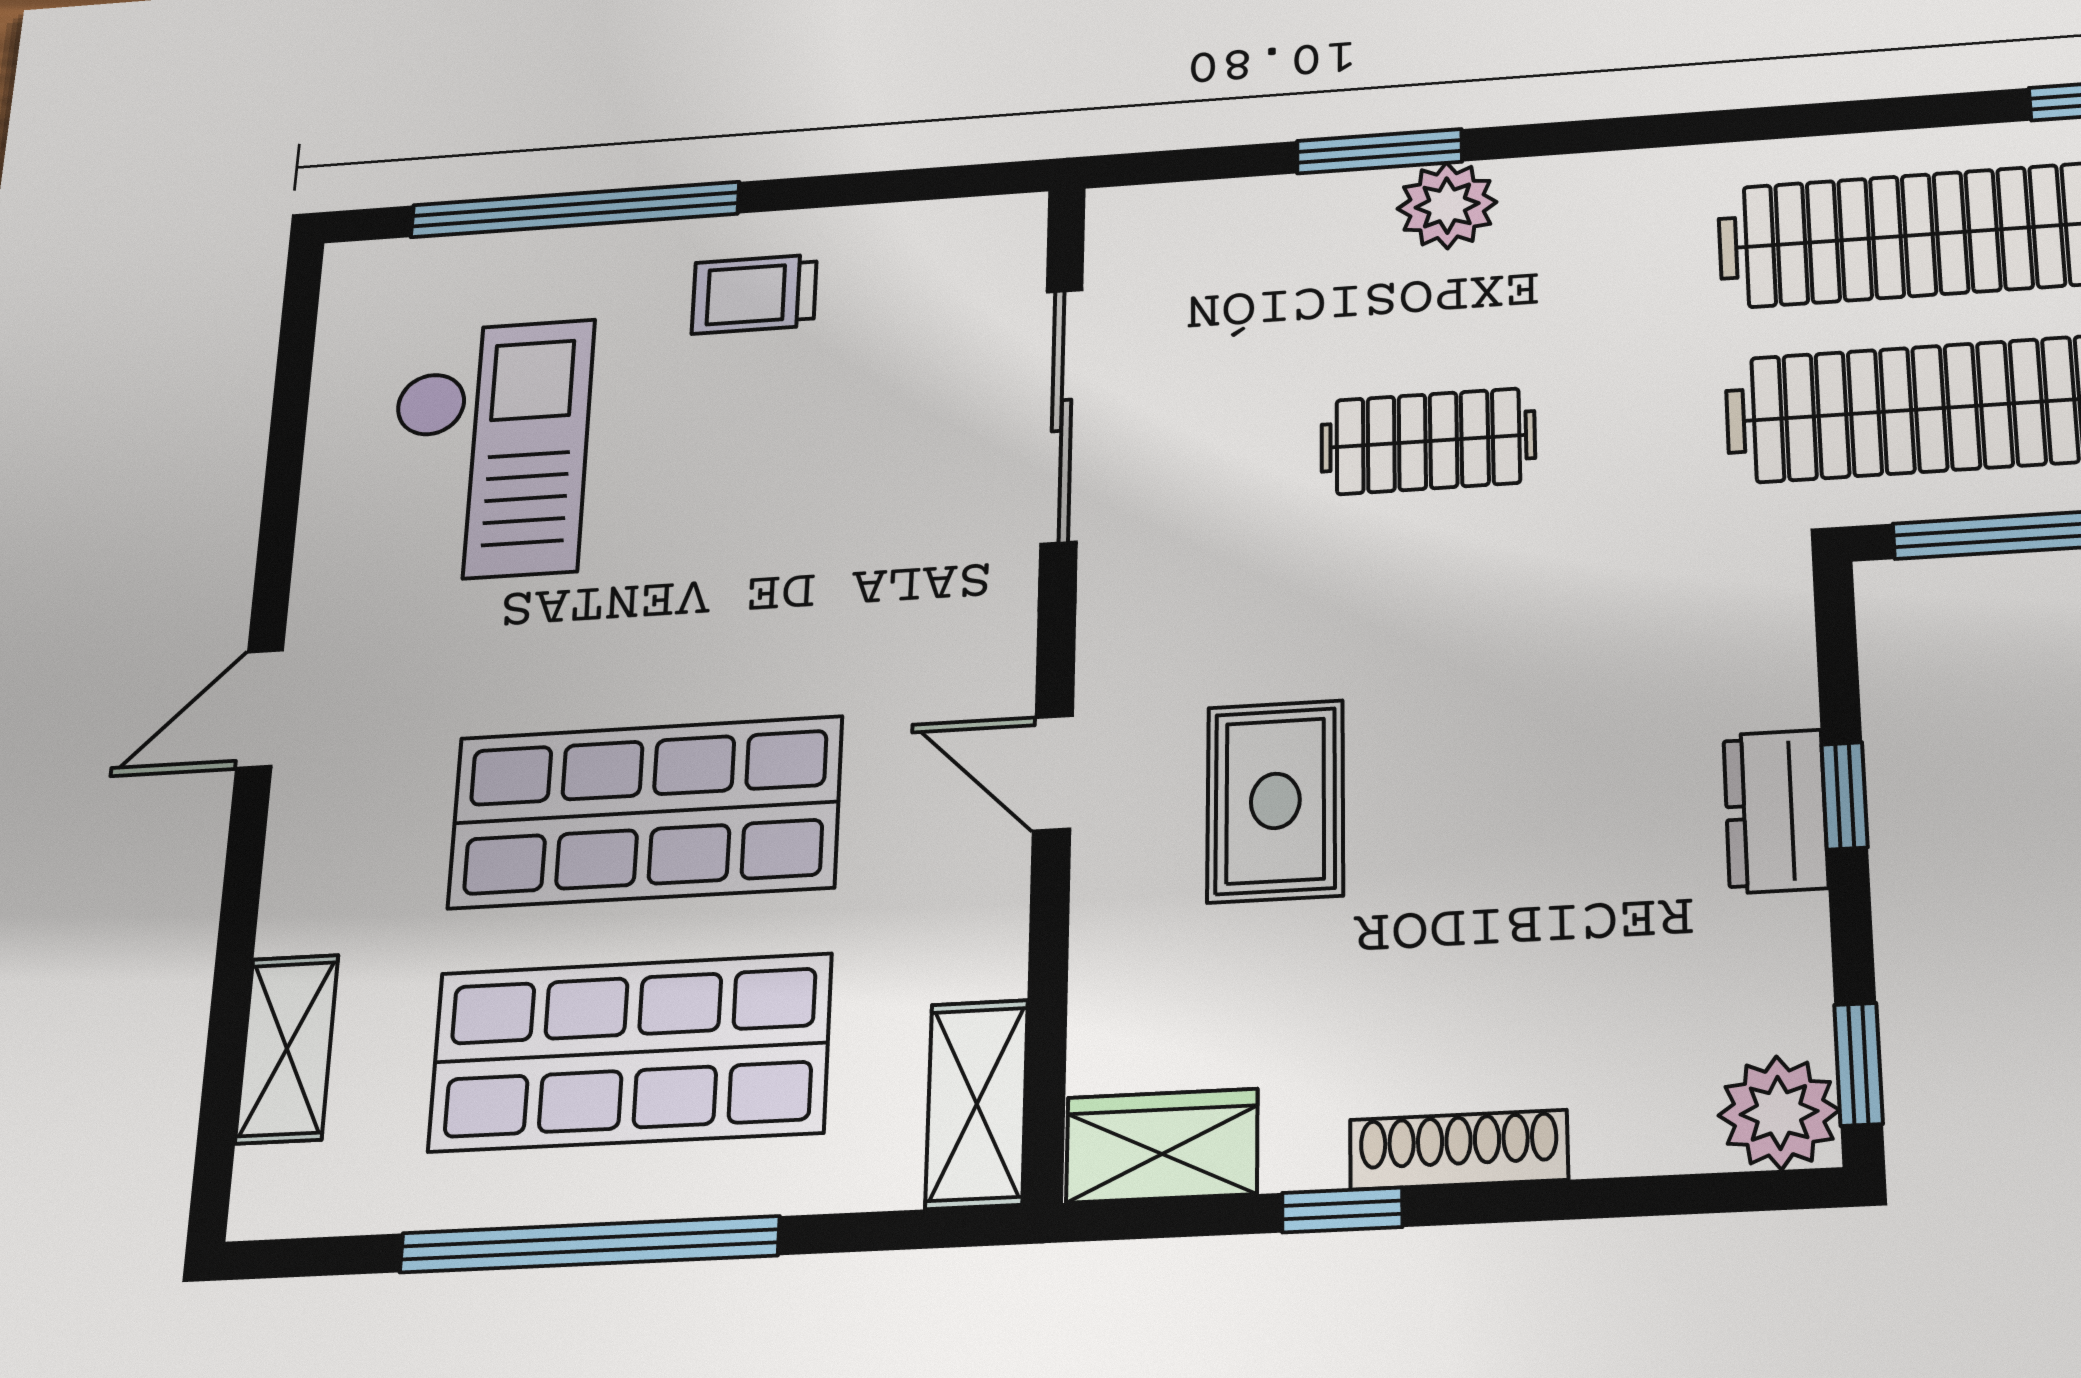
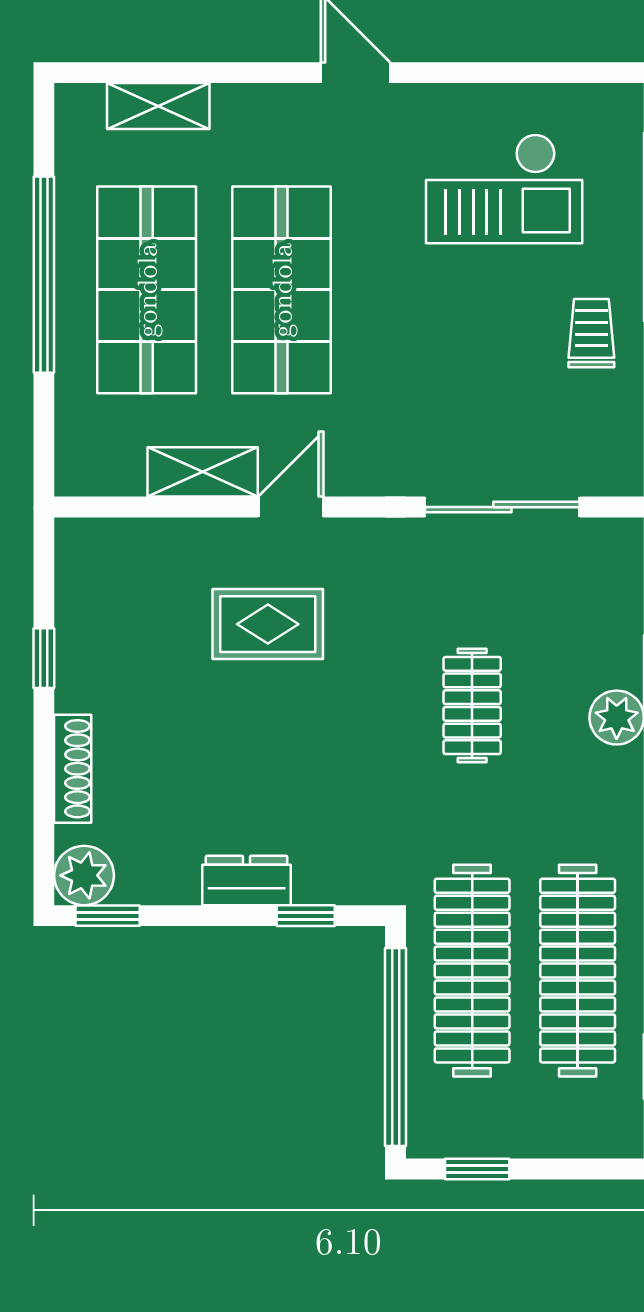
window: (1845, 796) -> (306, 916), moved
shelving: (977, 1104) -> (203, 472), moved
wardrobe: (1162, 1146) -> (82, 567), removed
shoe rack: (1459, 1150) -> (73, 769), moved

